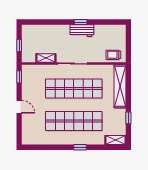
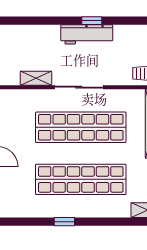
workbench: (82, 31) -> (87, 34), width x1.38
window: (80, 147) -> (64, 222), moved

